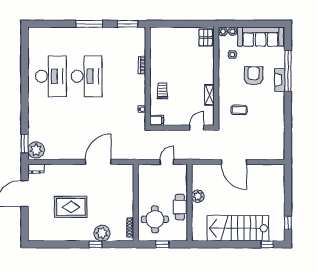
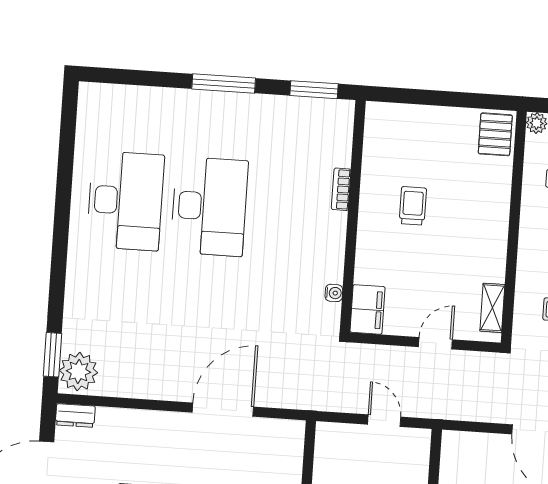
trolley: (162, 91) -> (413, 206), moved
shelving: (209, 95) -> (492, 308), moved
filing cabinet: (157, 120) -> (367, 309), width x2.00
door: (197, 128) -> (435, 343), moved
door: (167, 162) -> (384, 421), hinge flipped

